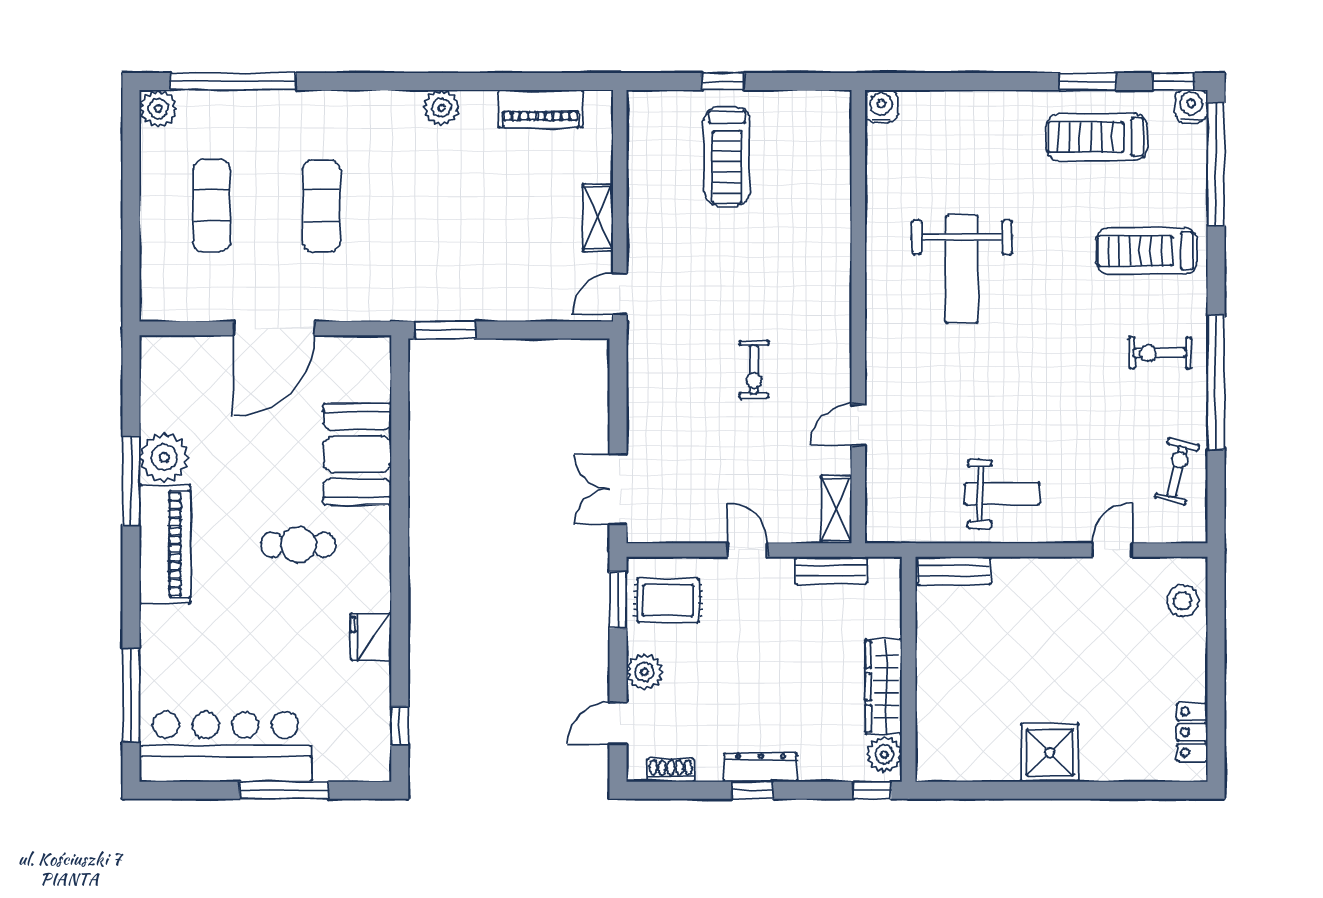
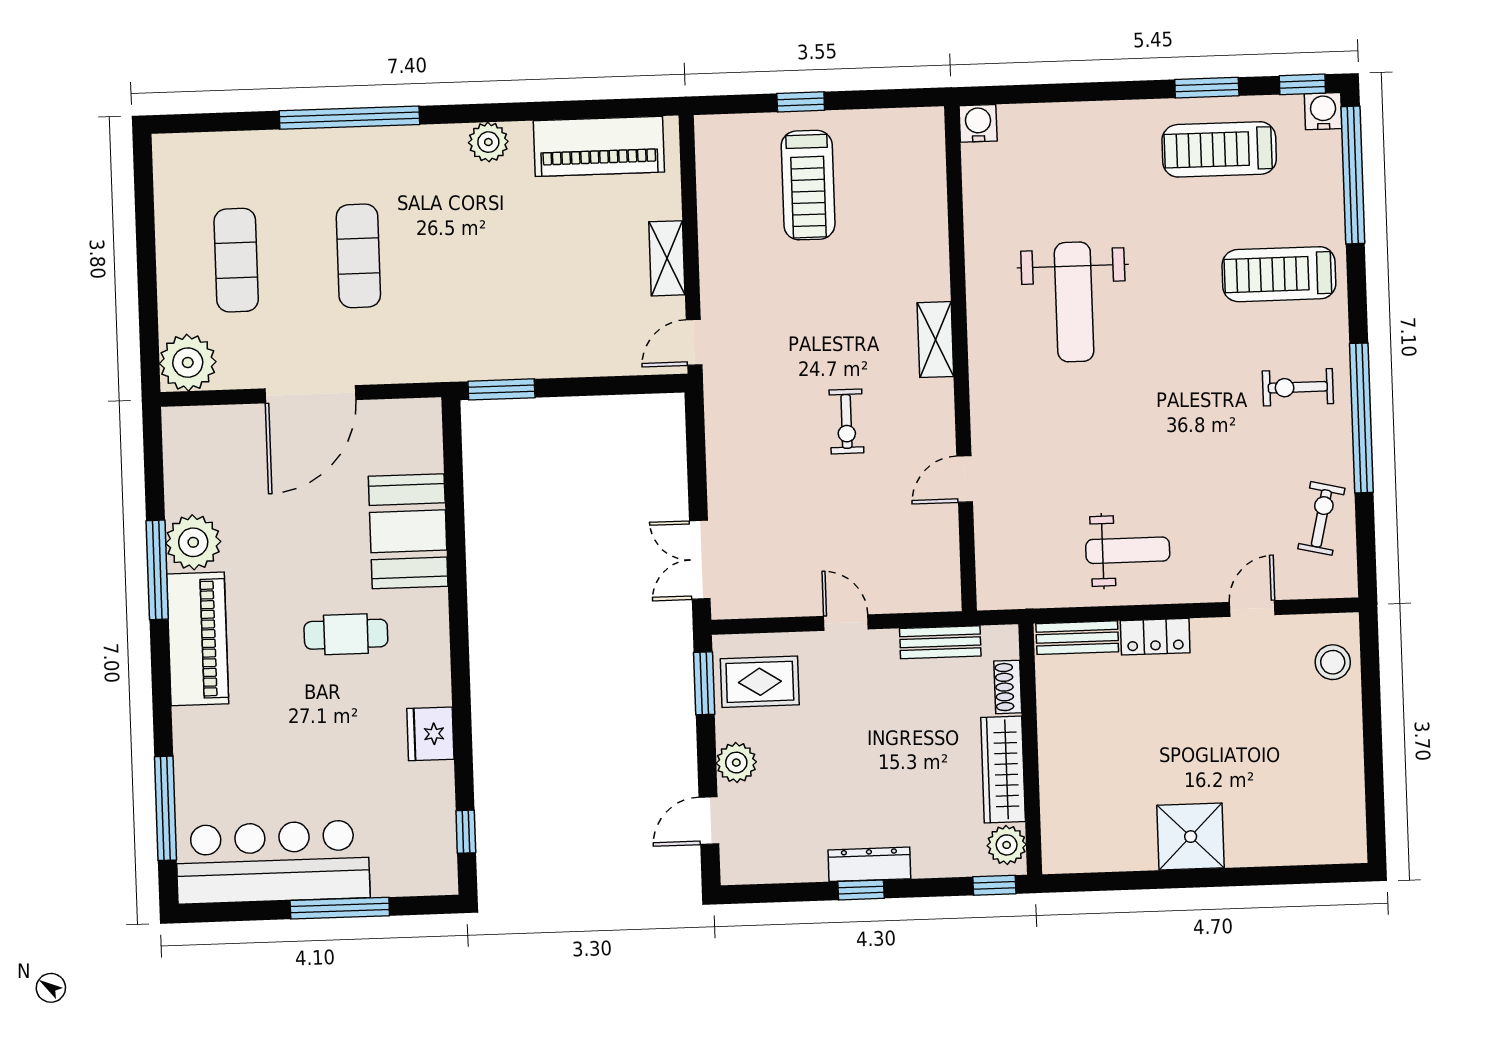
window: (233, 81) -> (349, 118), moved
plant: (158, 109) -> (188, 363), moved, width x1.36, depth x1.36
piano: (541, 109) -> (599, 146), width x1.37, depth x1.33
shelving: (836, 510) -> (935, 340), moved
locker: (1192, 732) -> (1155, 637), moved, turned -90
shoe rack: (671, 770) -> (1008, 687), moved, turned -90

